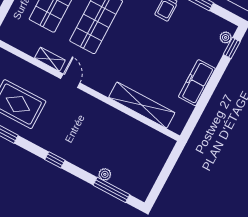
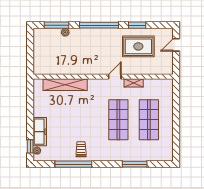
door: (70, 81) -> (115, 77), swing flipped
freezer: (197, 83) -> (40, 132), moved
window: (55, 160) -> (99, 25), width x3.17

